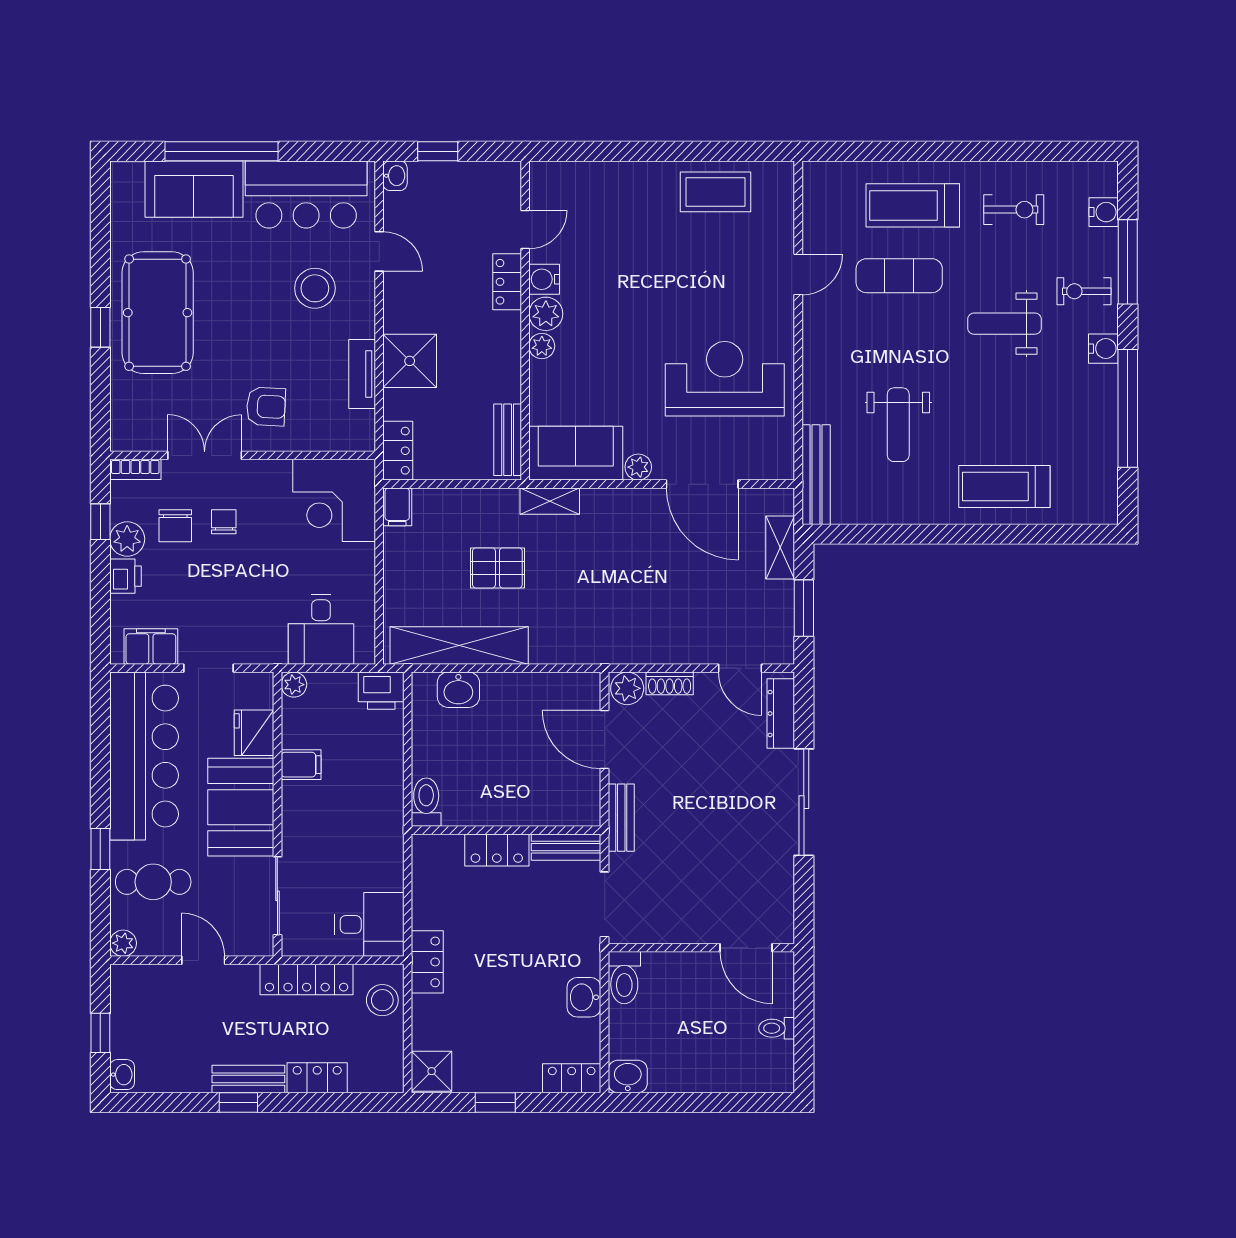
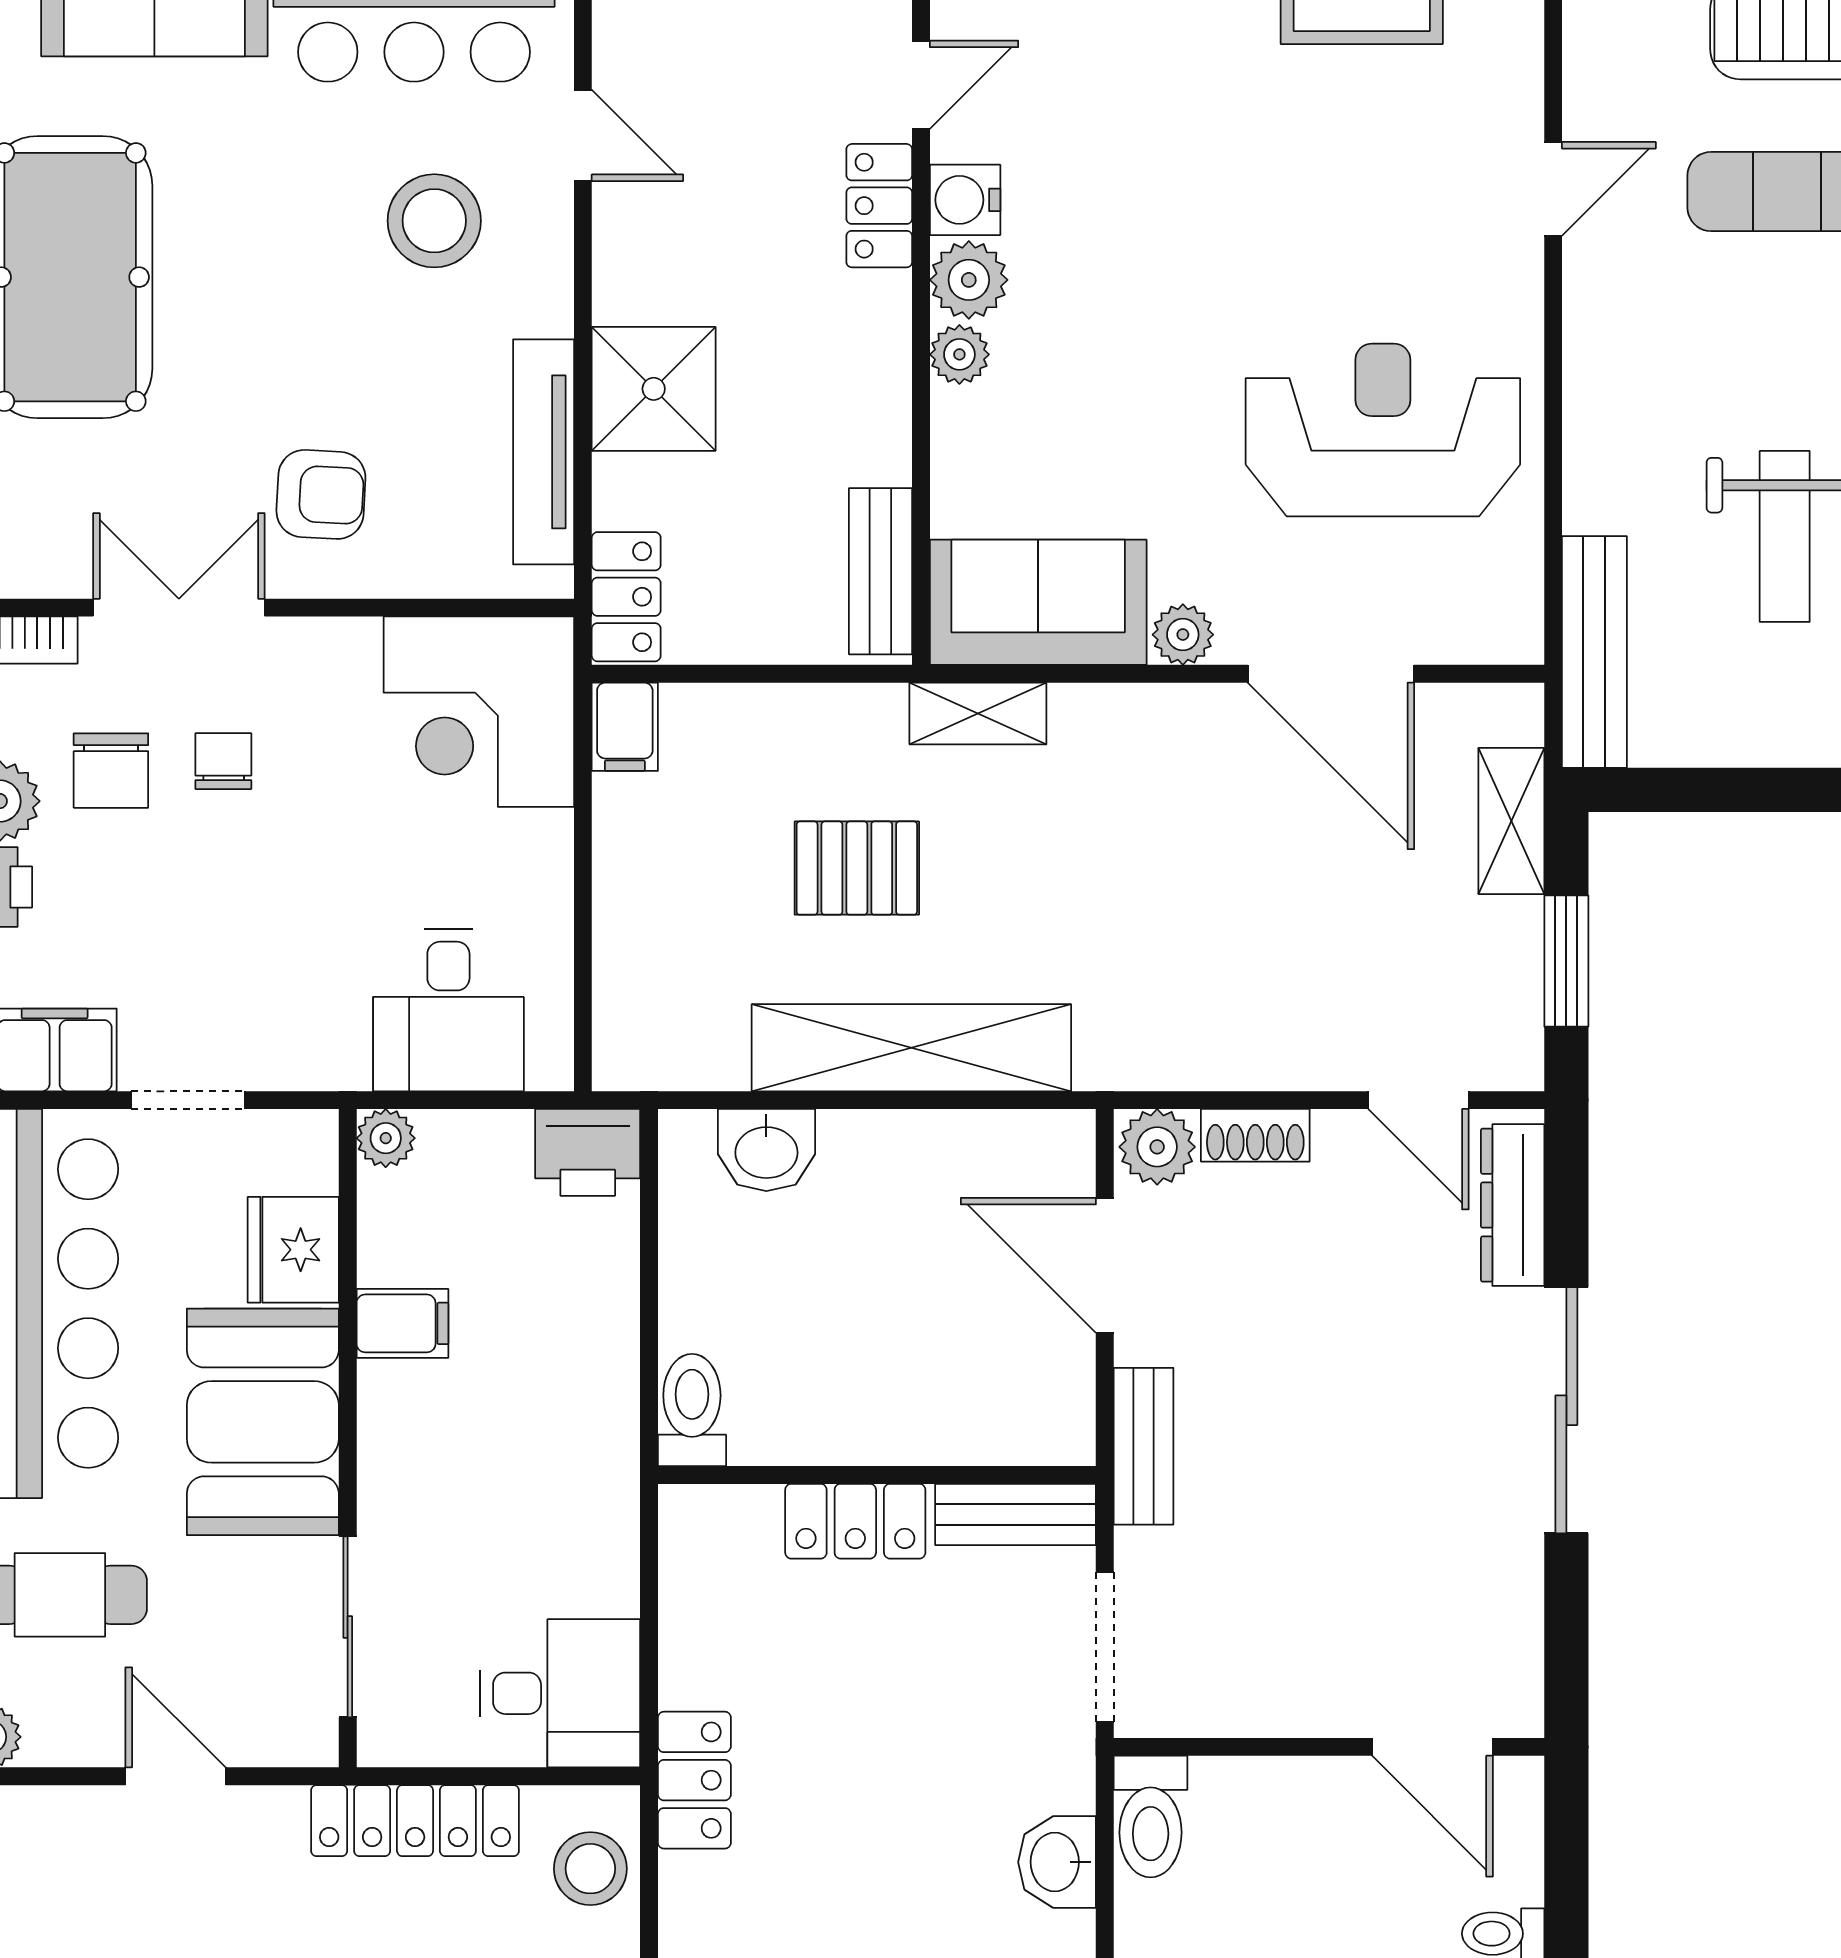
tv unit: (362, 374) -> (544, 452), width x1.41
shelving: (459, 646) -> (911, 1048), moved

